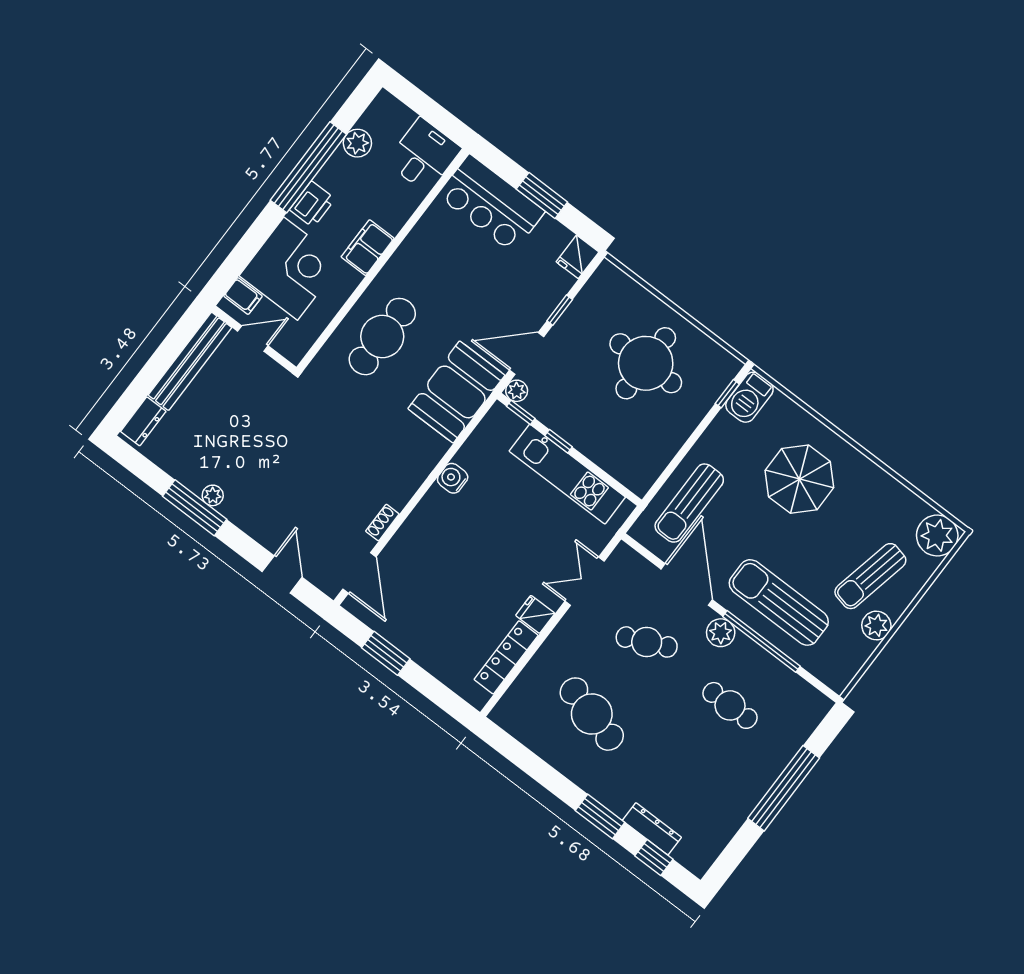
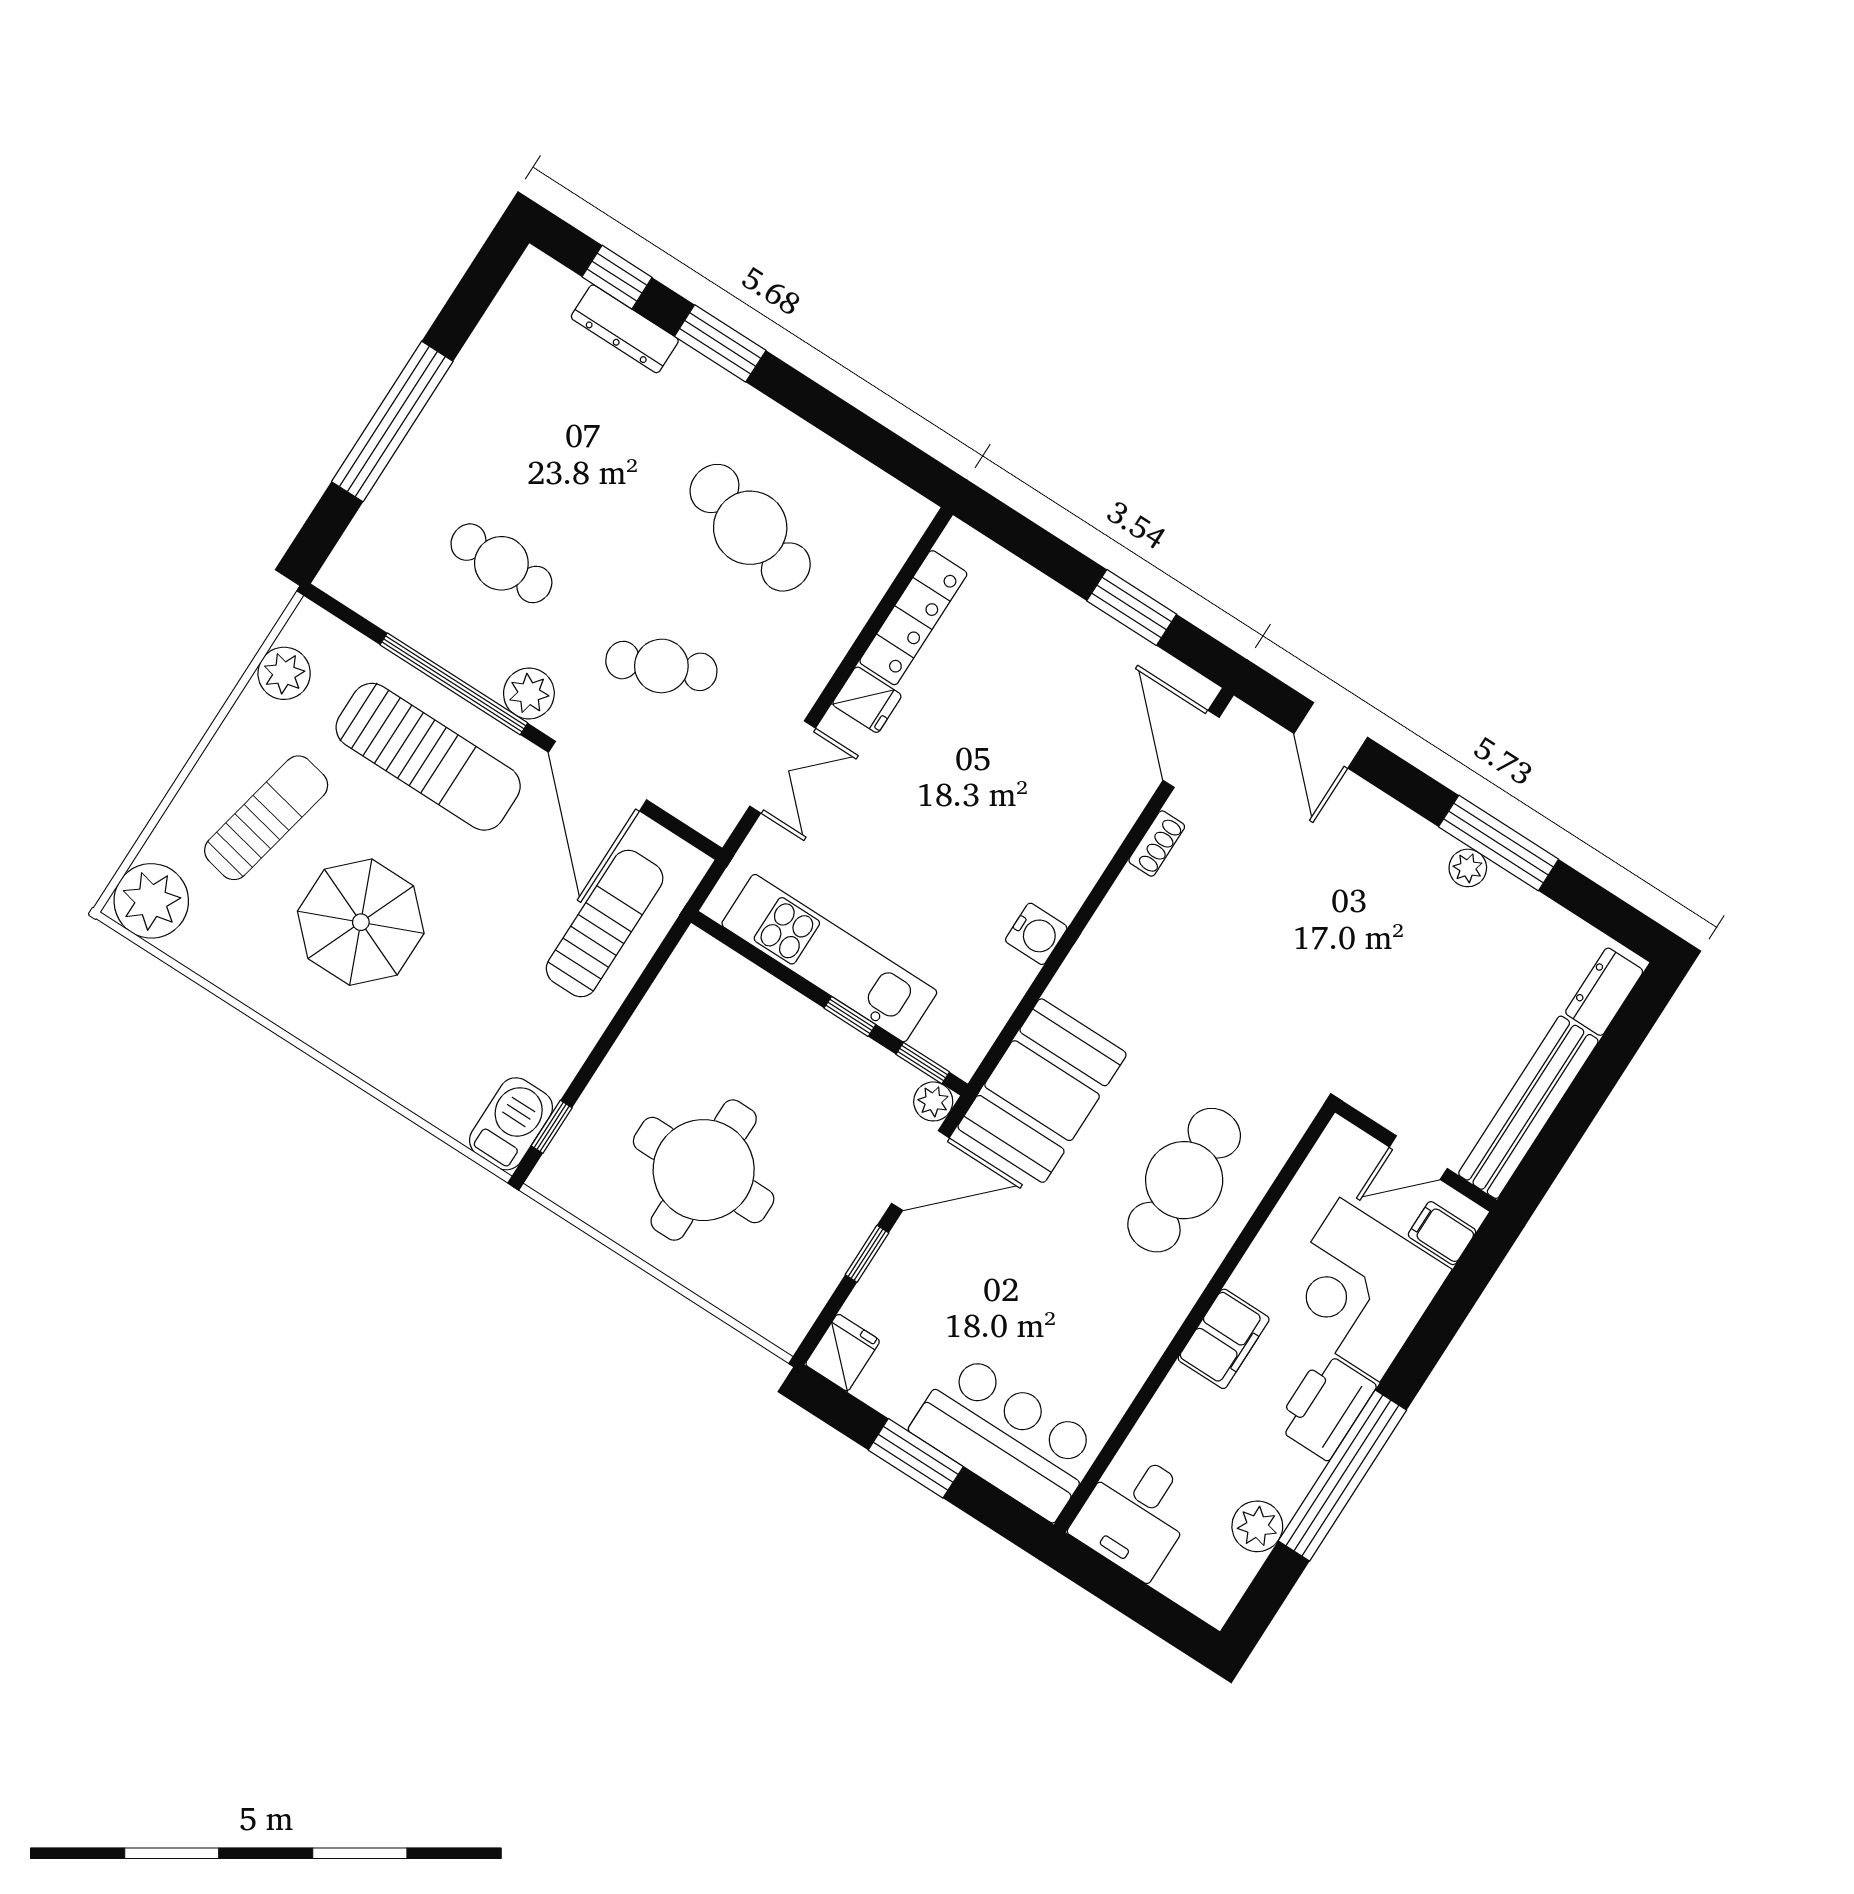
printer: (312, 204) -> (1325, 1406), width x1.37, depth x1.19
parasol: (799, 479) -> (361, 922), moved
plant: (876, 626) -> (284, 673), moved

